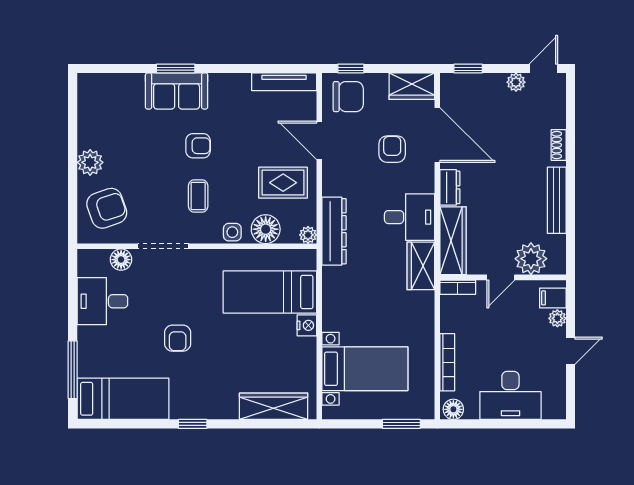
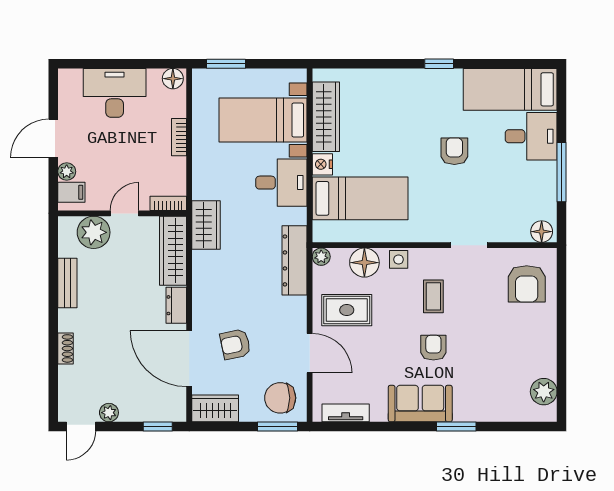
window: (351, 69) -> (278, 427), width x1.50
tv unit: (284, 82) -> (346, 413), width x0.71
sofa: (177, 91) -> (420, 404), moved
armchair: (198, 146) -> (433, 348), turned 90
armchair: (392, 149) -> (235, 344), turned 78
plant: (90, 162) -> (544, 392), moved
bench: (557, 200) -> (67, 283), width x0.73
armchair: (107, 208) -> (527, 284), turned -71
desk: (410, 217) -> (281, 183), moved, turned 180
doorway: (163, 246) -> (469, 245), width x0.73
floor lamp: (121, 260) -> (542, 232), moved
desk: (102, 301) -> (531, 136), moved
door: (570, 351) -> (53, 138), width x1.37
bookcase: (447, 362) -> (179, 137), width x0.64
window: (73, 370) -> (562, 172), moved
wardrobe: (274, 406) -> (326, 117), moved, turned -90

